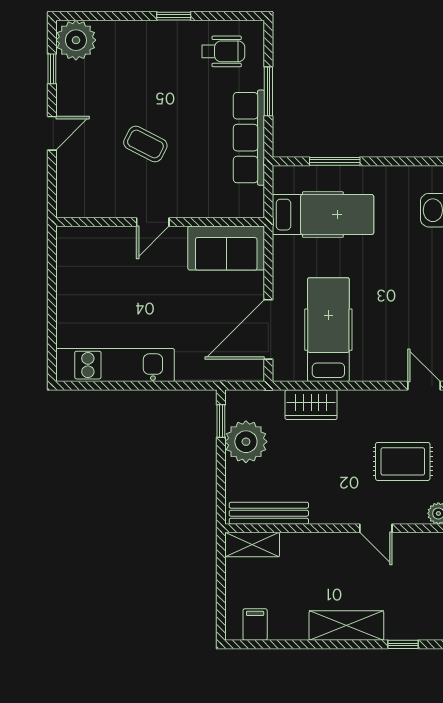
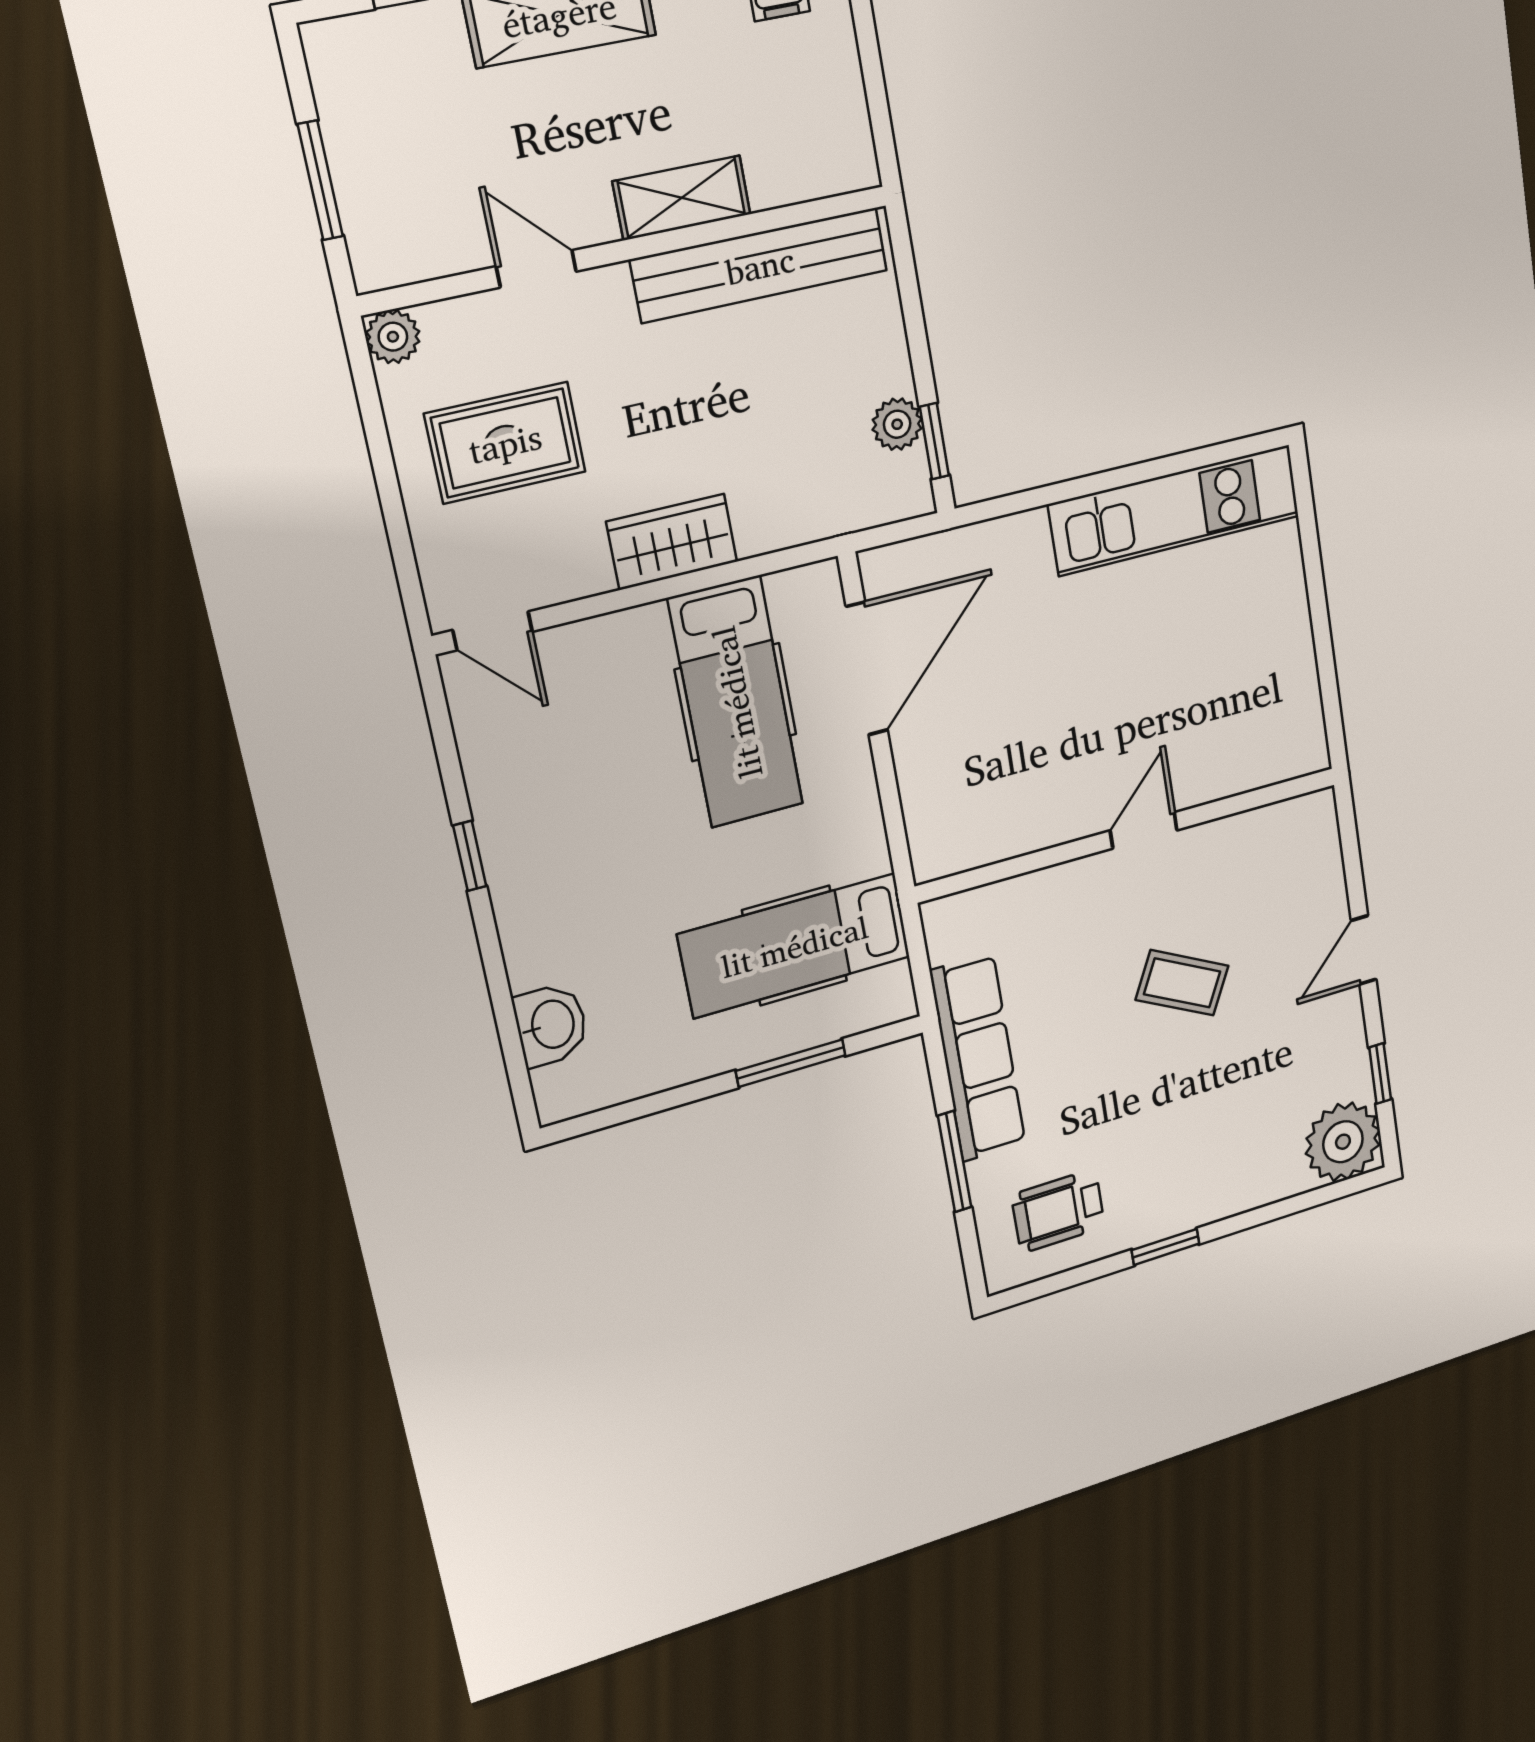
sofa: (226, 248) -> (986, 818), removed
wardrobe: (311, 405) -> (672, 542), moved
plant: (246, 442) -> (897, 424), width x0.53, depth x0.53
bench: (269, 513) -> (760, 265), width x1.37, depth x1.21
shelving: (252, 544) -> (682, 198), moved

